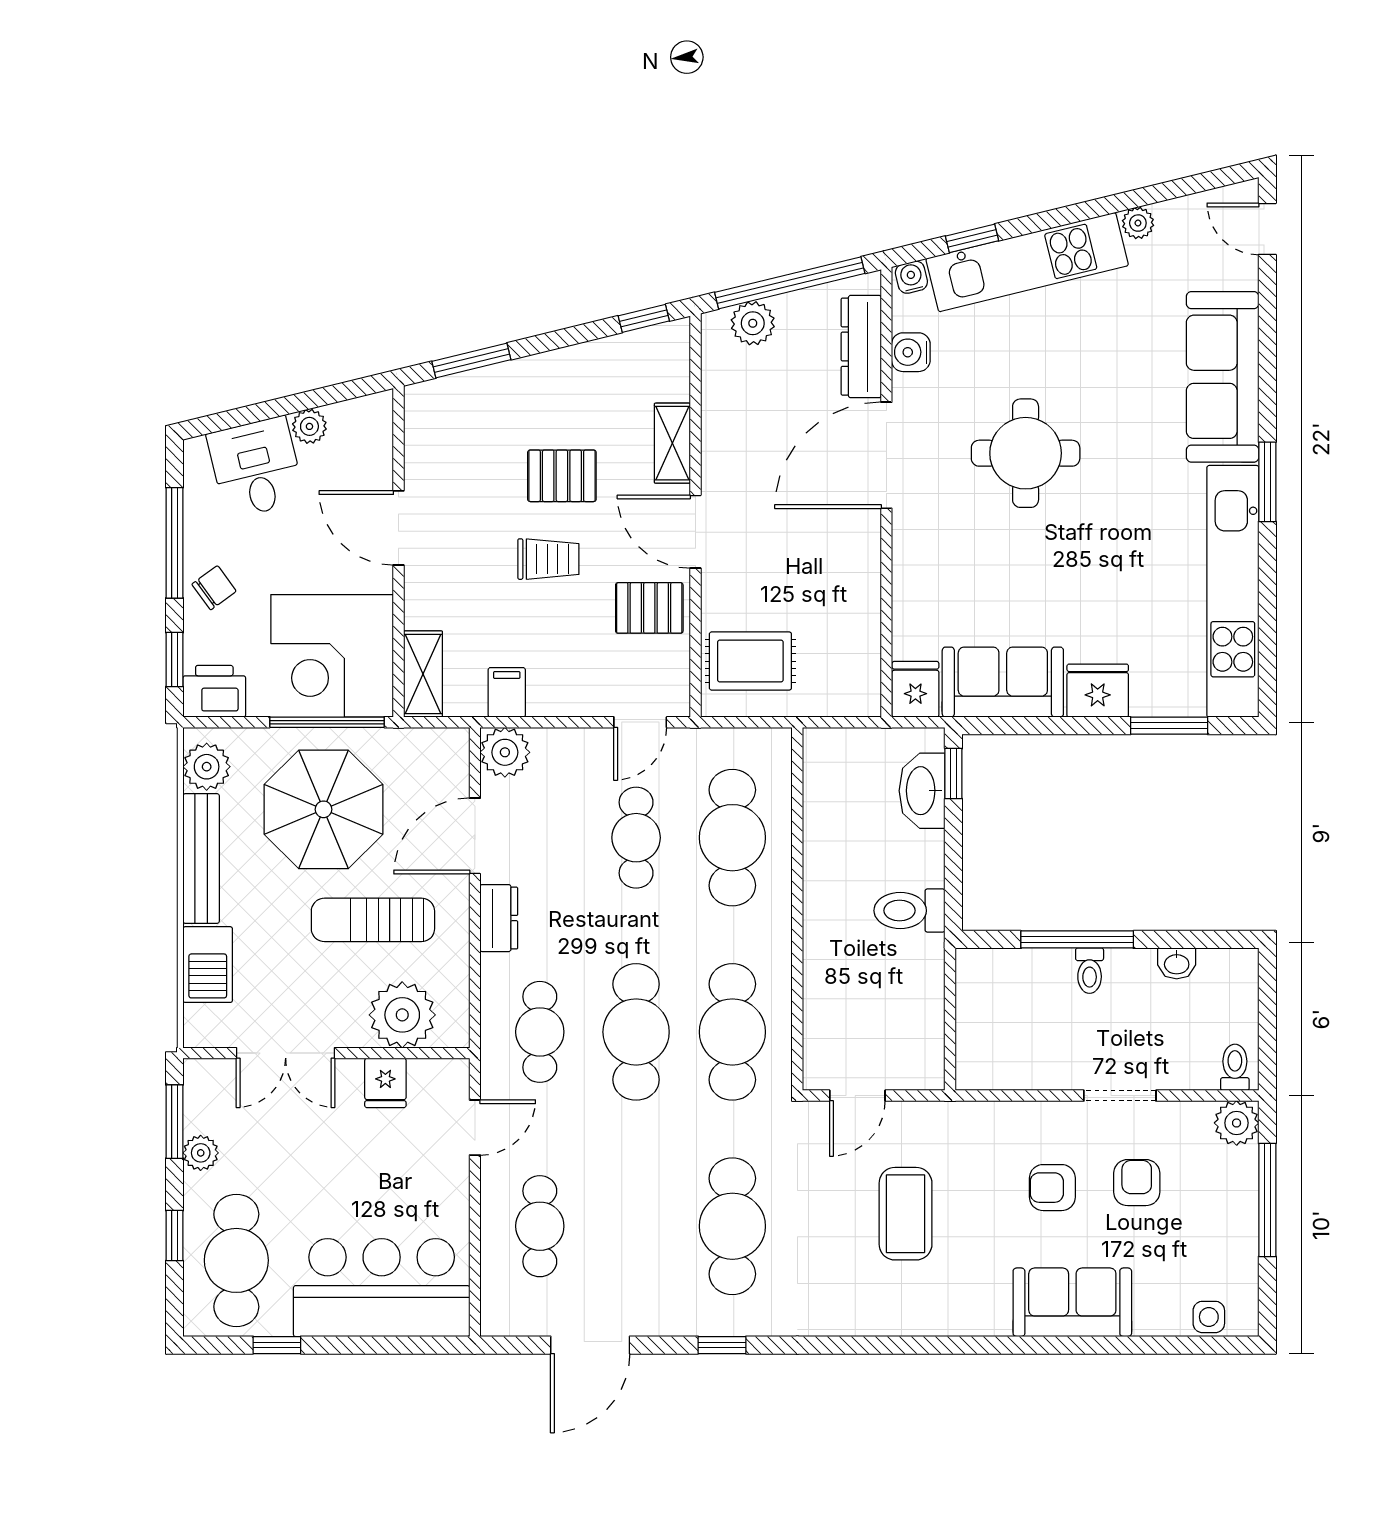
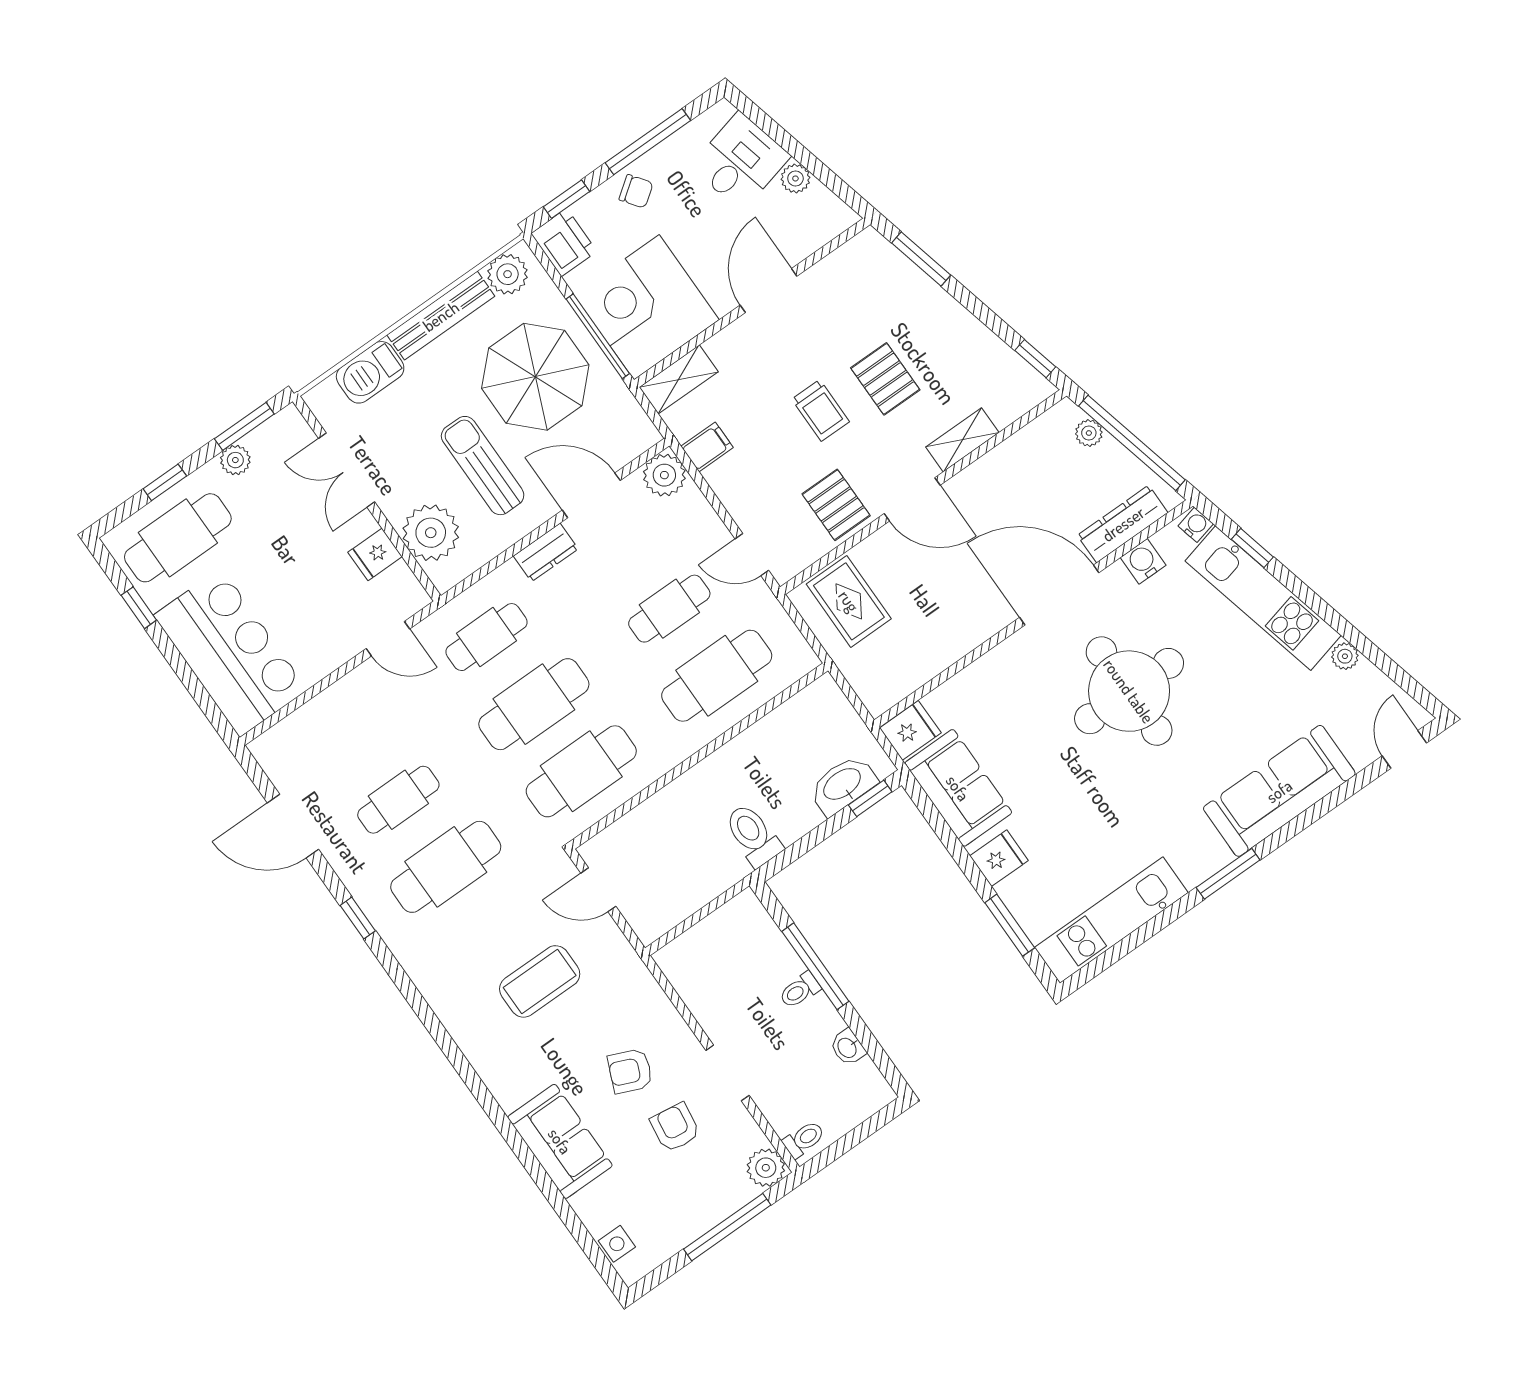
plant: (753, 323) -> (1089, 433), width x0.73, depth x0.73
round table: (1026, 453) -> (1129, 691), width x1.36, depth x1.36
door: (695, 532) -> (912, 499), swing flipped
kitchen unit: (1233, 591) -> (1111, 920), width x0.73
fridge: (1098, 691) -> (999, 858), width x0.72
armchair: (1137, 1183) -> (675, 1127), turned -82
armchair: (1052, 1188) -> (630, 1071), turned -67
cafe table: (540, 1226) -> (398, 800), moved

